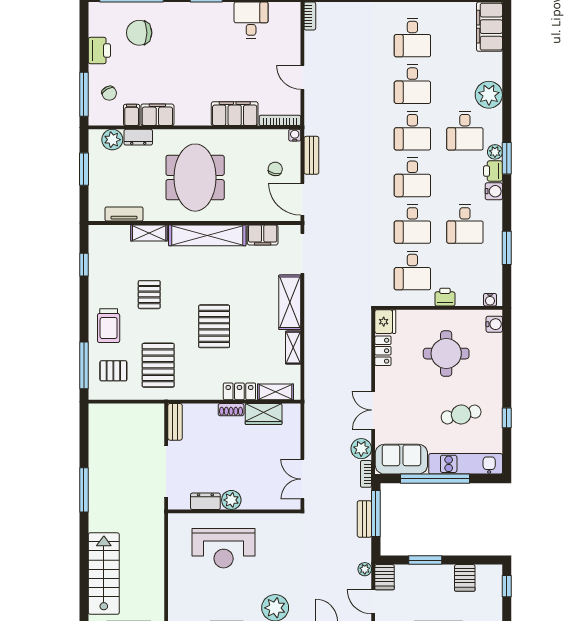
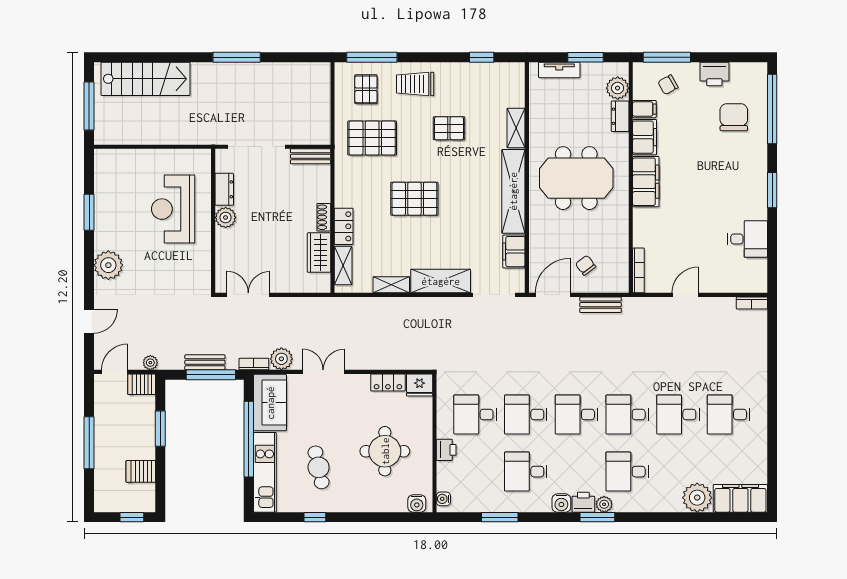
plant: (489, 95) -> (697, 498), moved
filing cabinet: (235, 114) -> (646, 182), moved
water cooler: (295, 135) -> (622, 286), removed
chair: (275, 169) -> (586, 265), turned -140
tv unit: (124, 214) -> (559, 70), moved, turned 90

